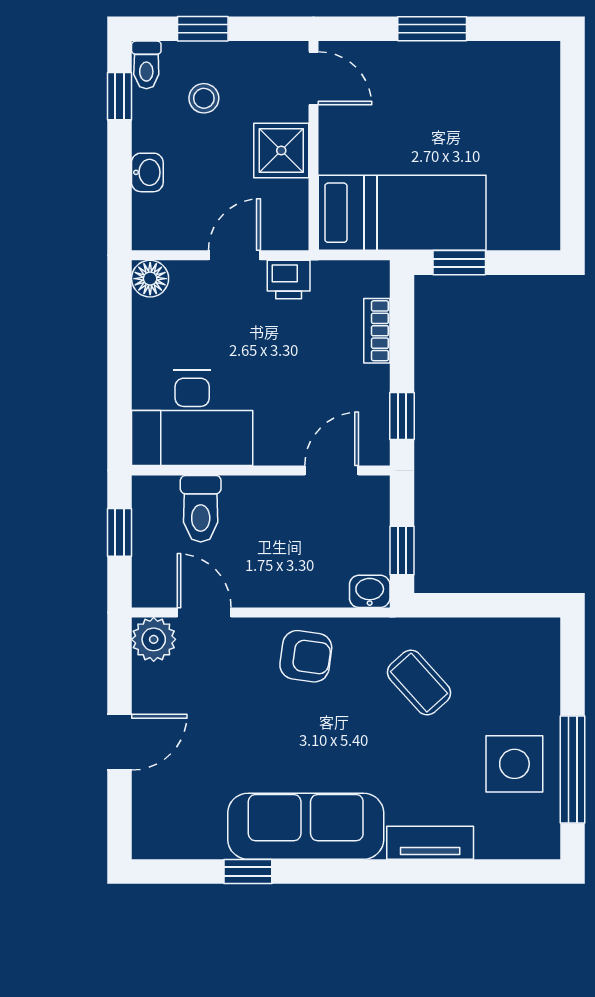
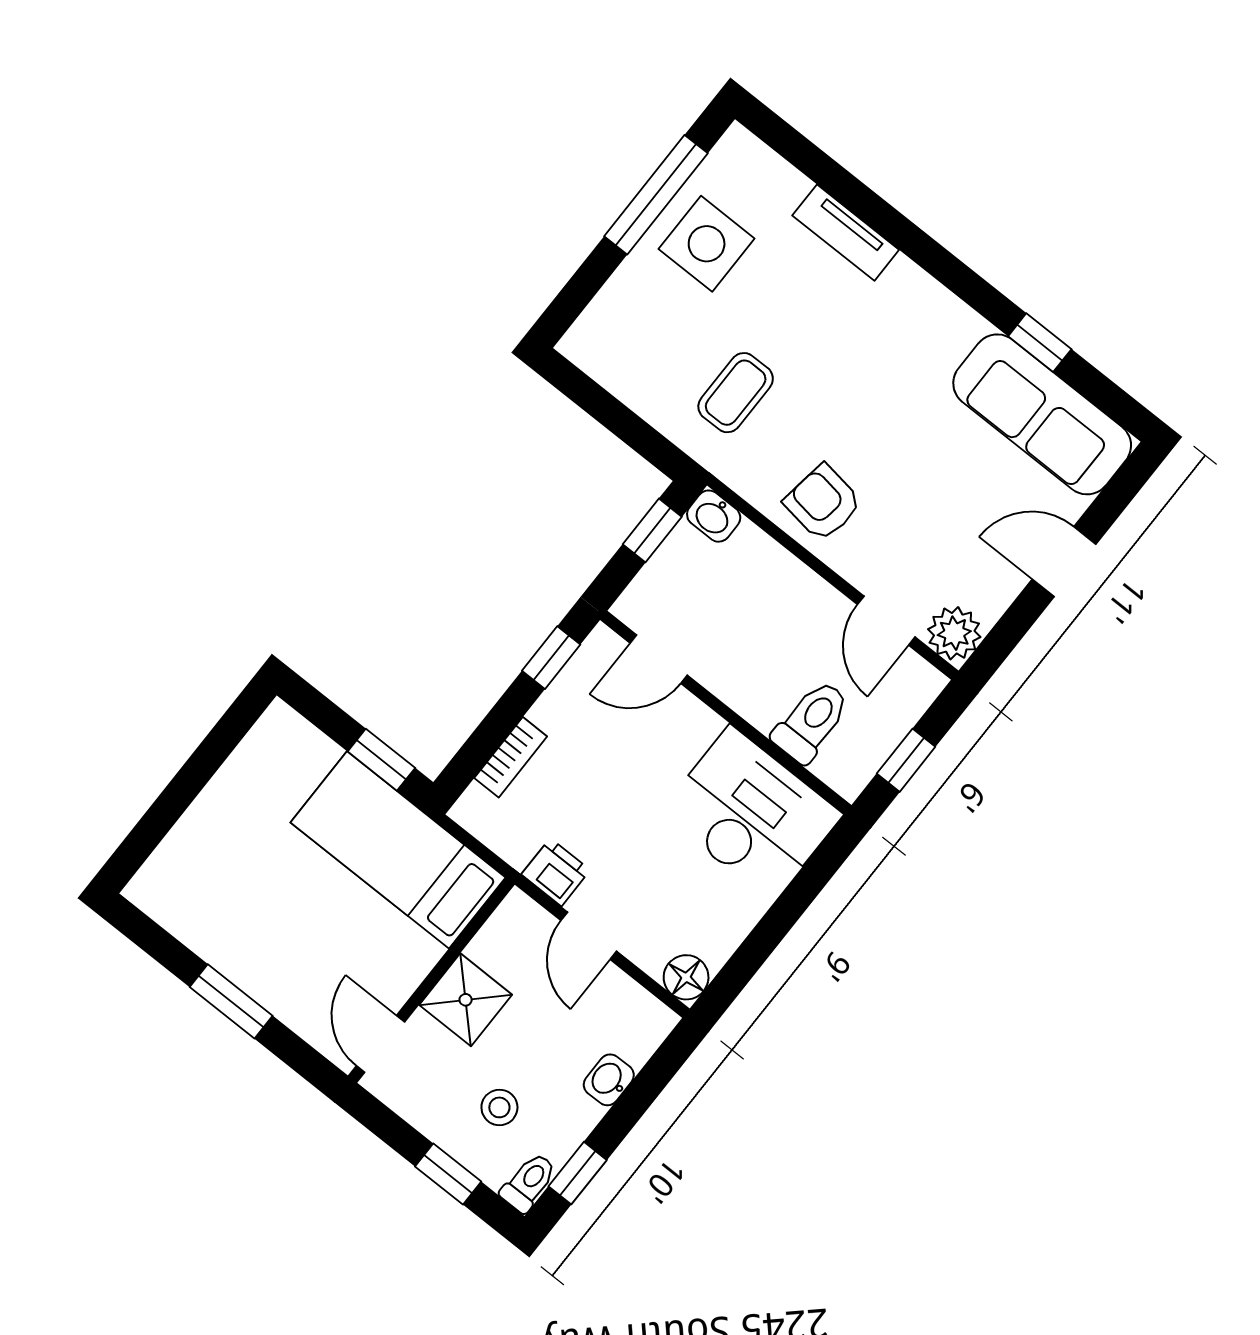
door: (234, 255) -> (589, 936), hinge flipped
coffee table: (419, 683) -> (736, 393), turned 42
sofa: (306, 826) -> (1042, 414), moved

